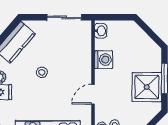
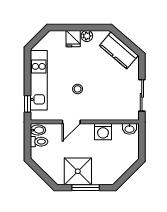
stool: (42, 72) -> (78, 89), moved
door: (93, 94) -> (71, 122), swing flipped

